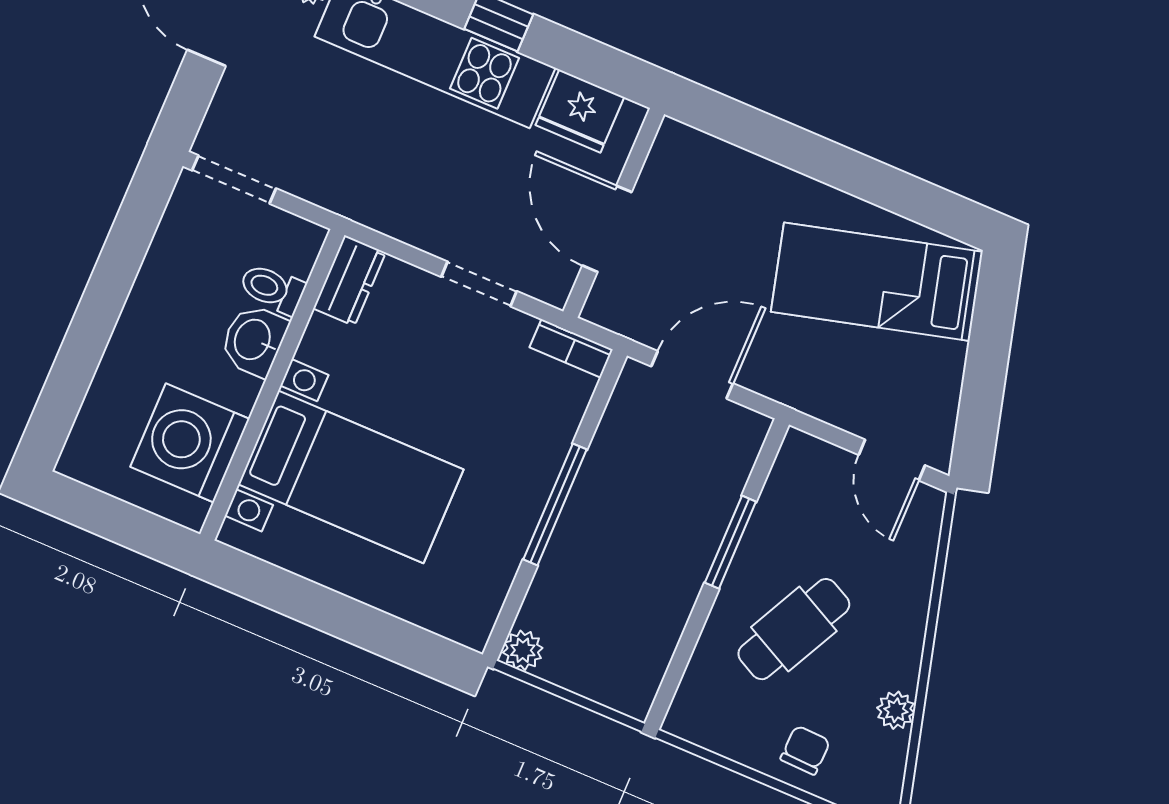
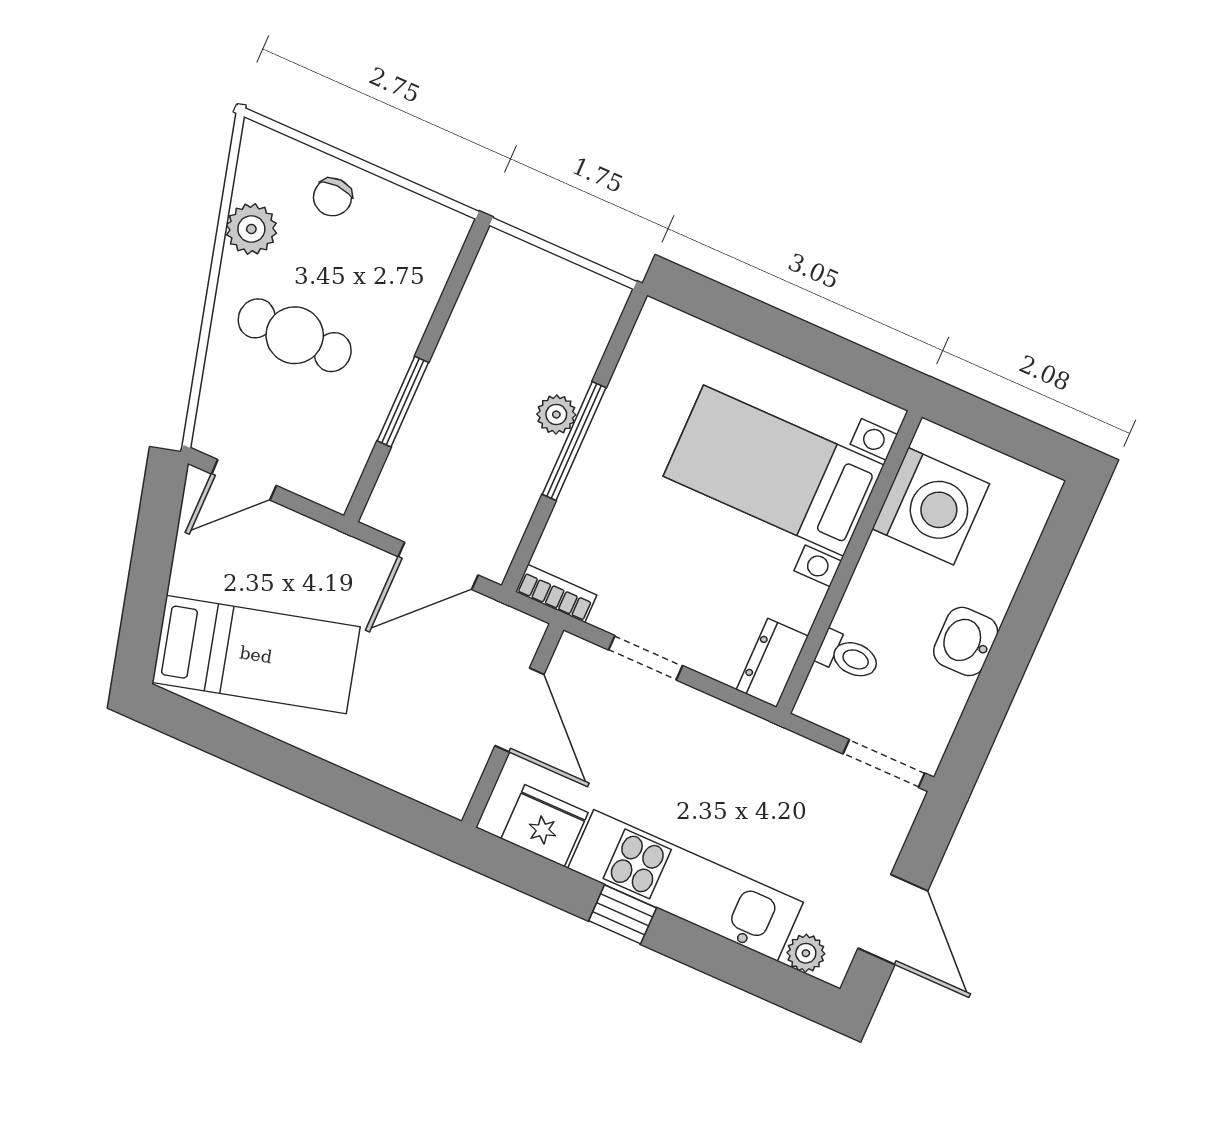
washbasin: (254, 340) -> (966, 641), moved, turned 180
door: (892, 460) -> (244, 480), swing flipped
cafe table: (794, 629) -> (295, 335), moved, turned 63
plant: (523, 650) -> (556, 414), moved
plant: (896, 710) -> (251, 229), width x1.38, depth x1.38

